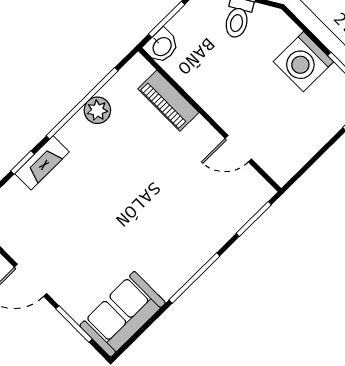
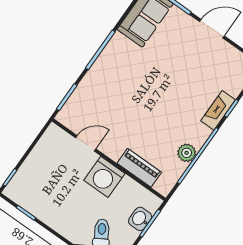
washbasin: (162, 46) -> (140, 219), moved
washing machine: (303, 62) -> (104, 177), moved, turned 180

